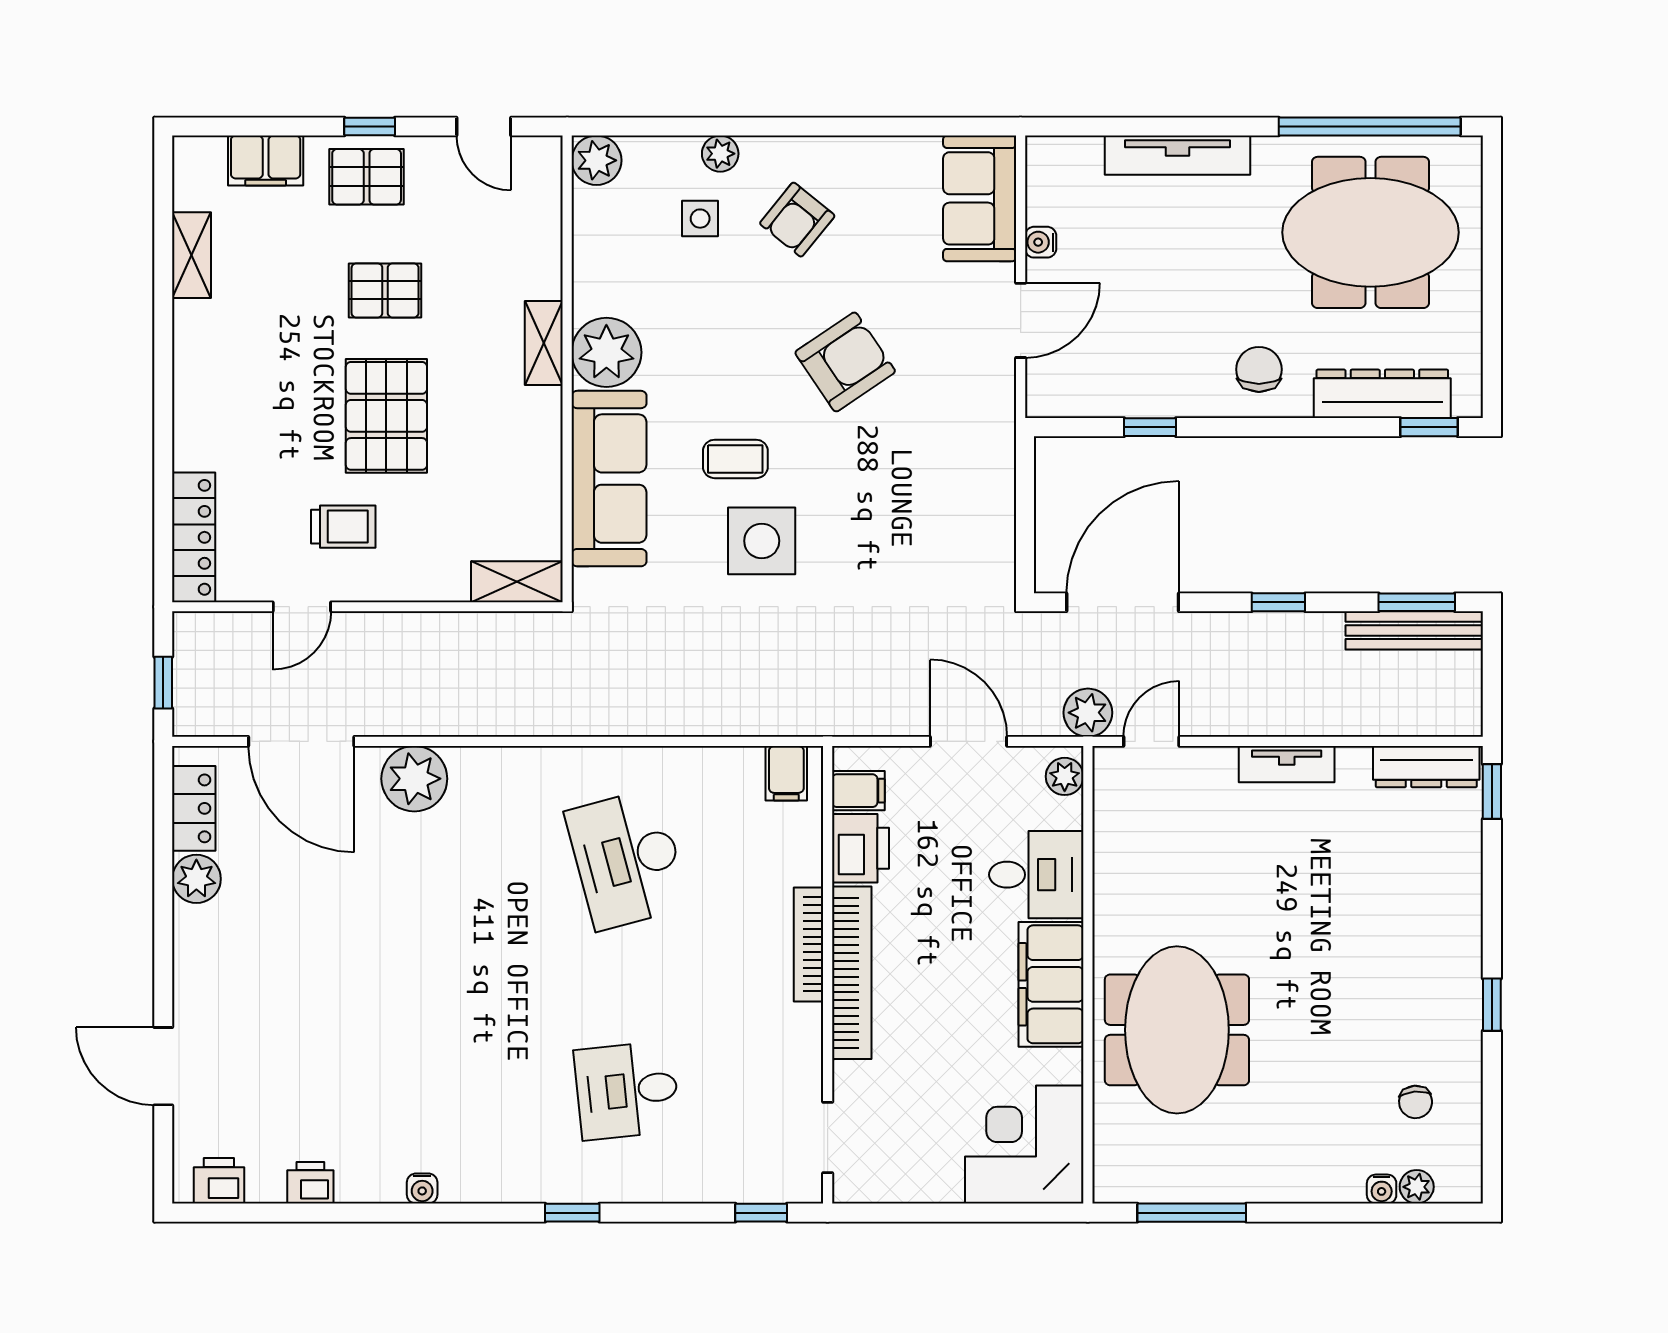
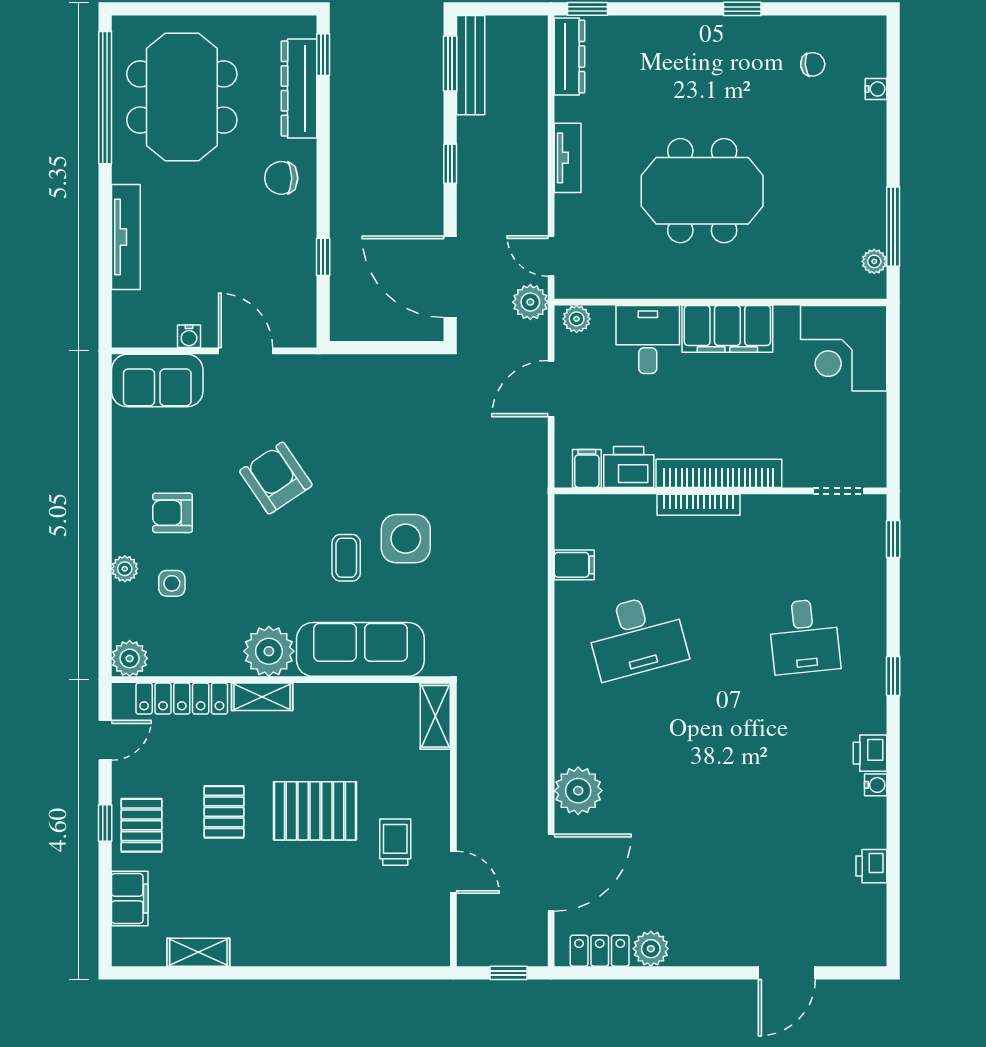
armchair: (797, 220) -> (173, 513), turned 141
locker: (194, 537) -> (182, 699), moved, turned 180
filing cabinet: (786, 773) -> (574, 565), moved
meeting table: (1177, 1030) -> (702, 191), moved
printer: (219, 1181) -> (870, 753), moved
plant: (1417, 1187) -> (874, 261), moved

